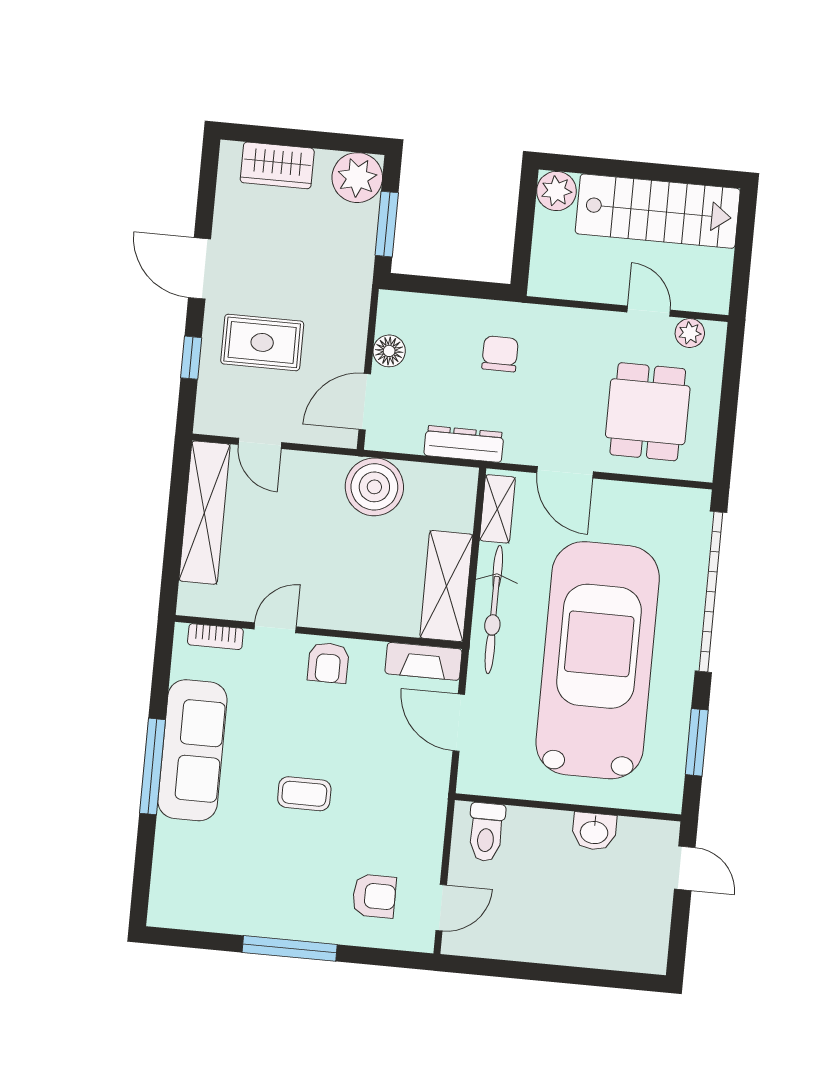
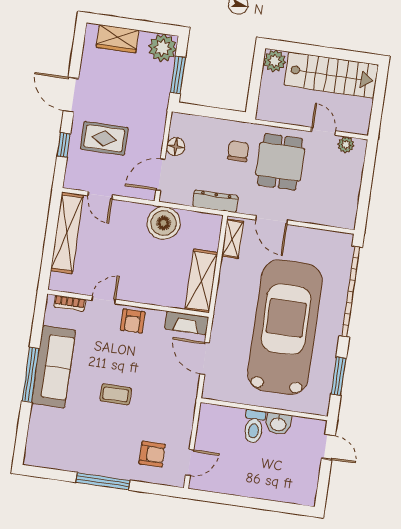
dining table: (648, 412) -> (280, 162), moved
bicycle: (494, 610) -> (228, 296), removed
toilet: (486, 832) -> (254, 426), moved

